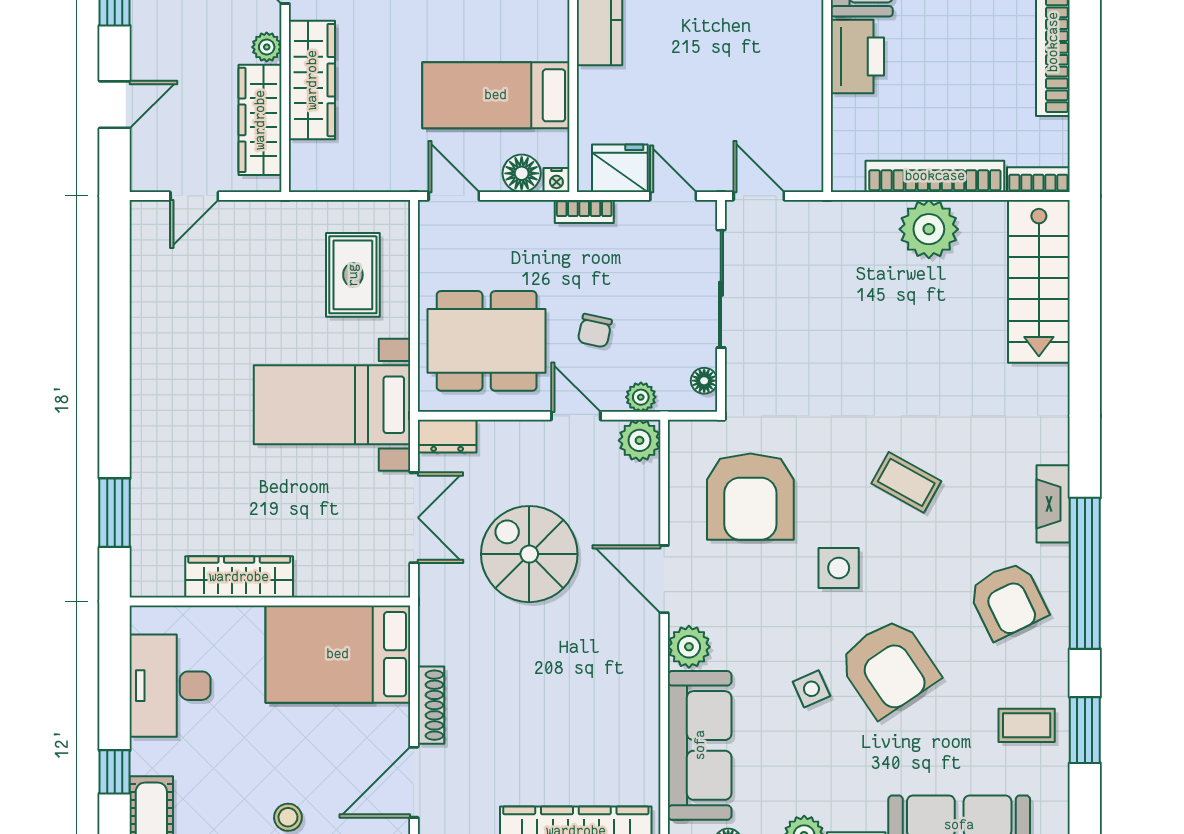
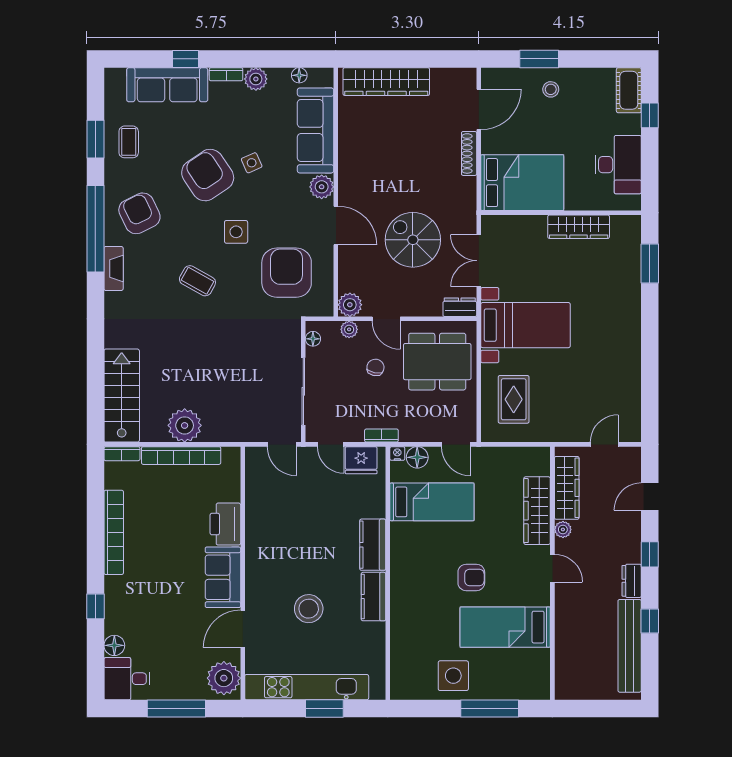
spiral stairs: (529, 554) -> (413, 240), turned 180
coffee table: (1027, 725) -> (129, 142), turned 90

